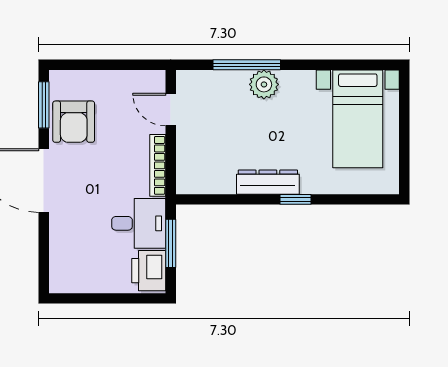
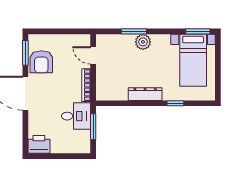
window: (247, 65) -> (134, 31), width x0.69
window: (367, 65) -> (198, 31), added
window: (295, 199) -> (175, 103), moved
printer: (149, 271) -> (39, 144), moved, turned 90

